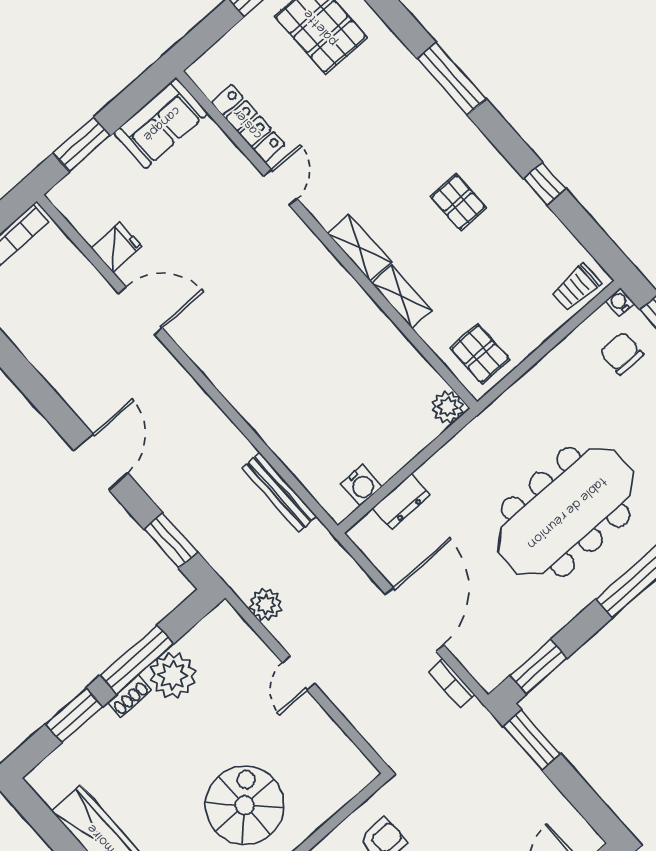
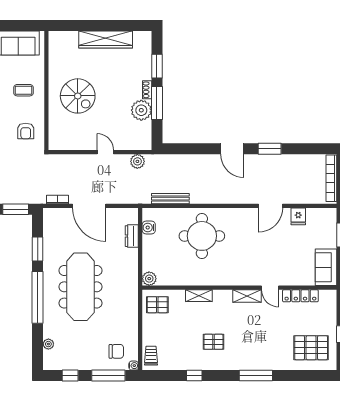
shelving: (359, 248) -> (247, 296), moved
round table: (295, 382) -> (202, 236), added
window: (171, 540) -> (270, 149), moved
window: (539, 667) -> (38, 249), moved

